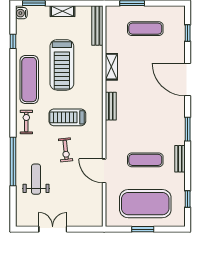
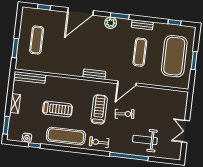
water cooler: (21, 13) -> (27, 138), moved
treadmill: (62, 65) -> (57, 109), width x0.73, depth x0.73
shelving: (111, 67) -> (63, 70), removed
treadmill: (67, 117) -> (99, 109), turned 180
plant: (178, 119) -> (111, 23), added
door: (104, 171) -> (127, 83), moved

